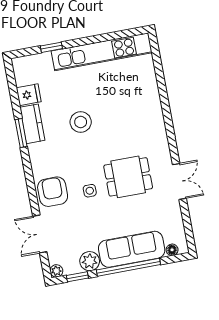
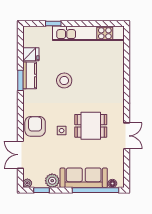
window: (128, 267) -> (96, 190), moved

